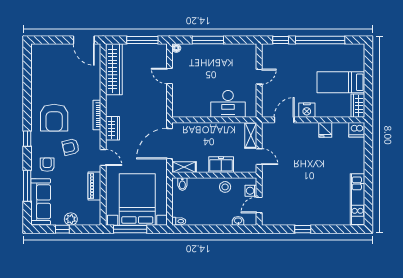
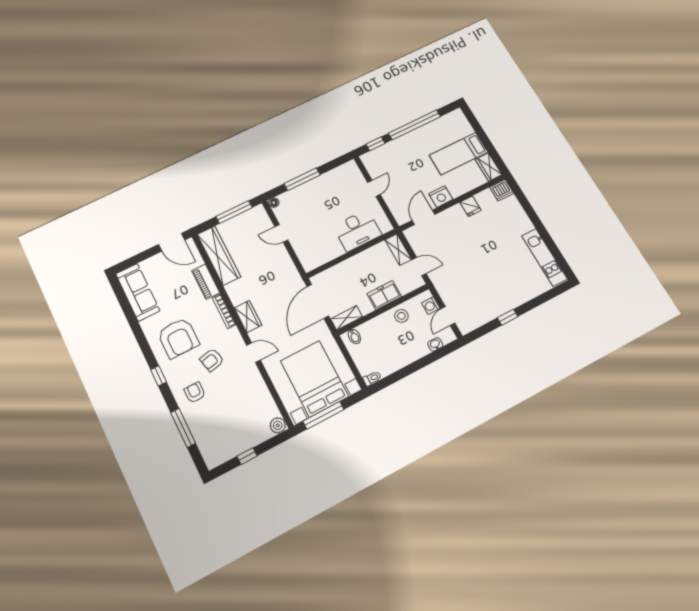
piano: (94, 186) -> (206, 282), moved
sofa: (41, 202) -> (138, 292), moved
plant: (71, 219) -> (278, 425), moved

